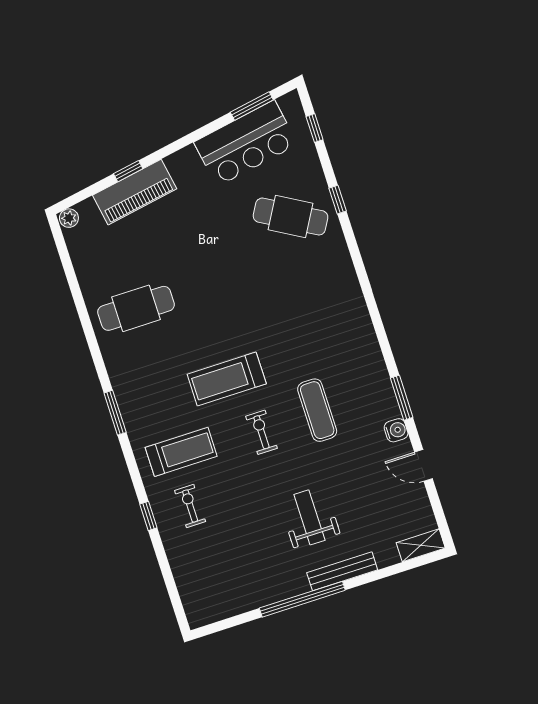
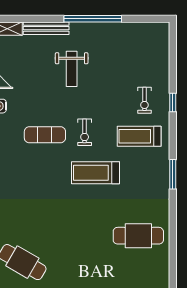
treadmill: (227, 379) -> (96, 173), turned 180
exercise mat: (317, 410) -> (45, 135), turned 90
bench: (342, 571) -> (46, 28), moved

